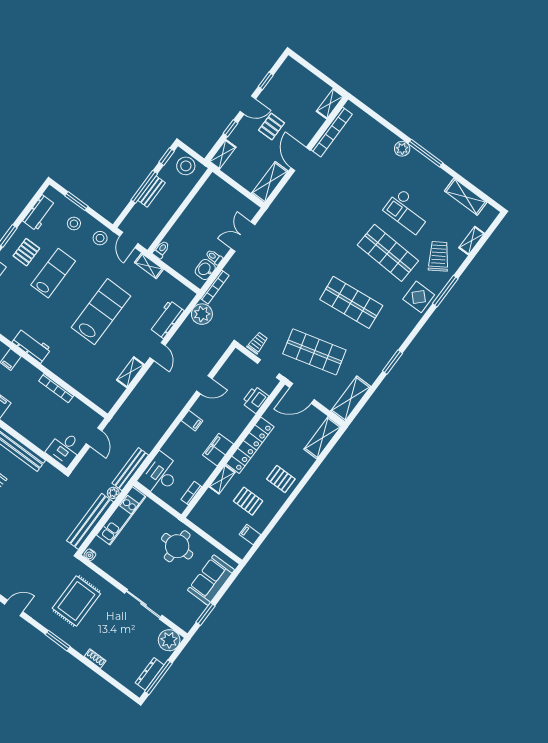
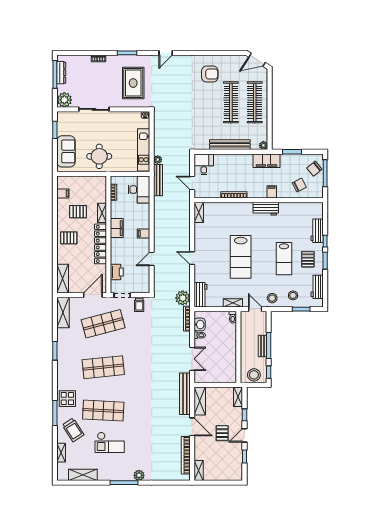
checkout: (408, 211) -> (110, 442), turned 180
workbench: (167, 319) -> (200, 295), moved
shelving: (130, 372) -> (199, 212), moved
bench: (90, 521) -> (185, 394), moved

